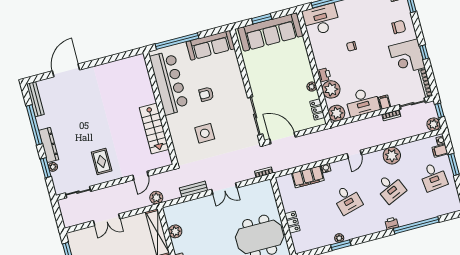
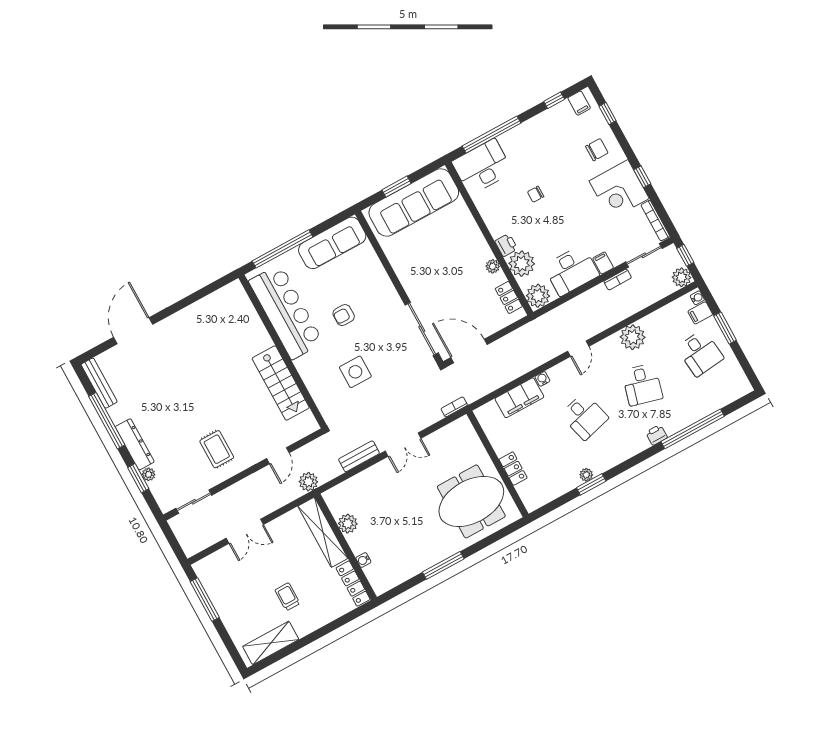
desk: (390, 188) -> (642, 385), turned 39

